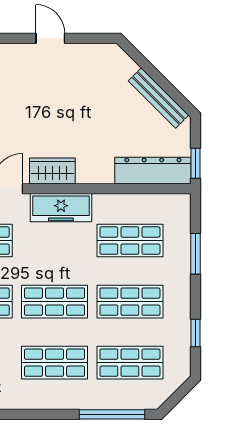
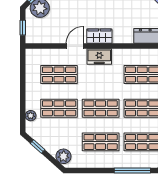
freezer: (61, 208) -> (99, 56), width x0.71

